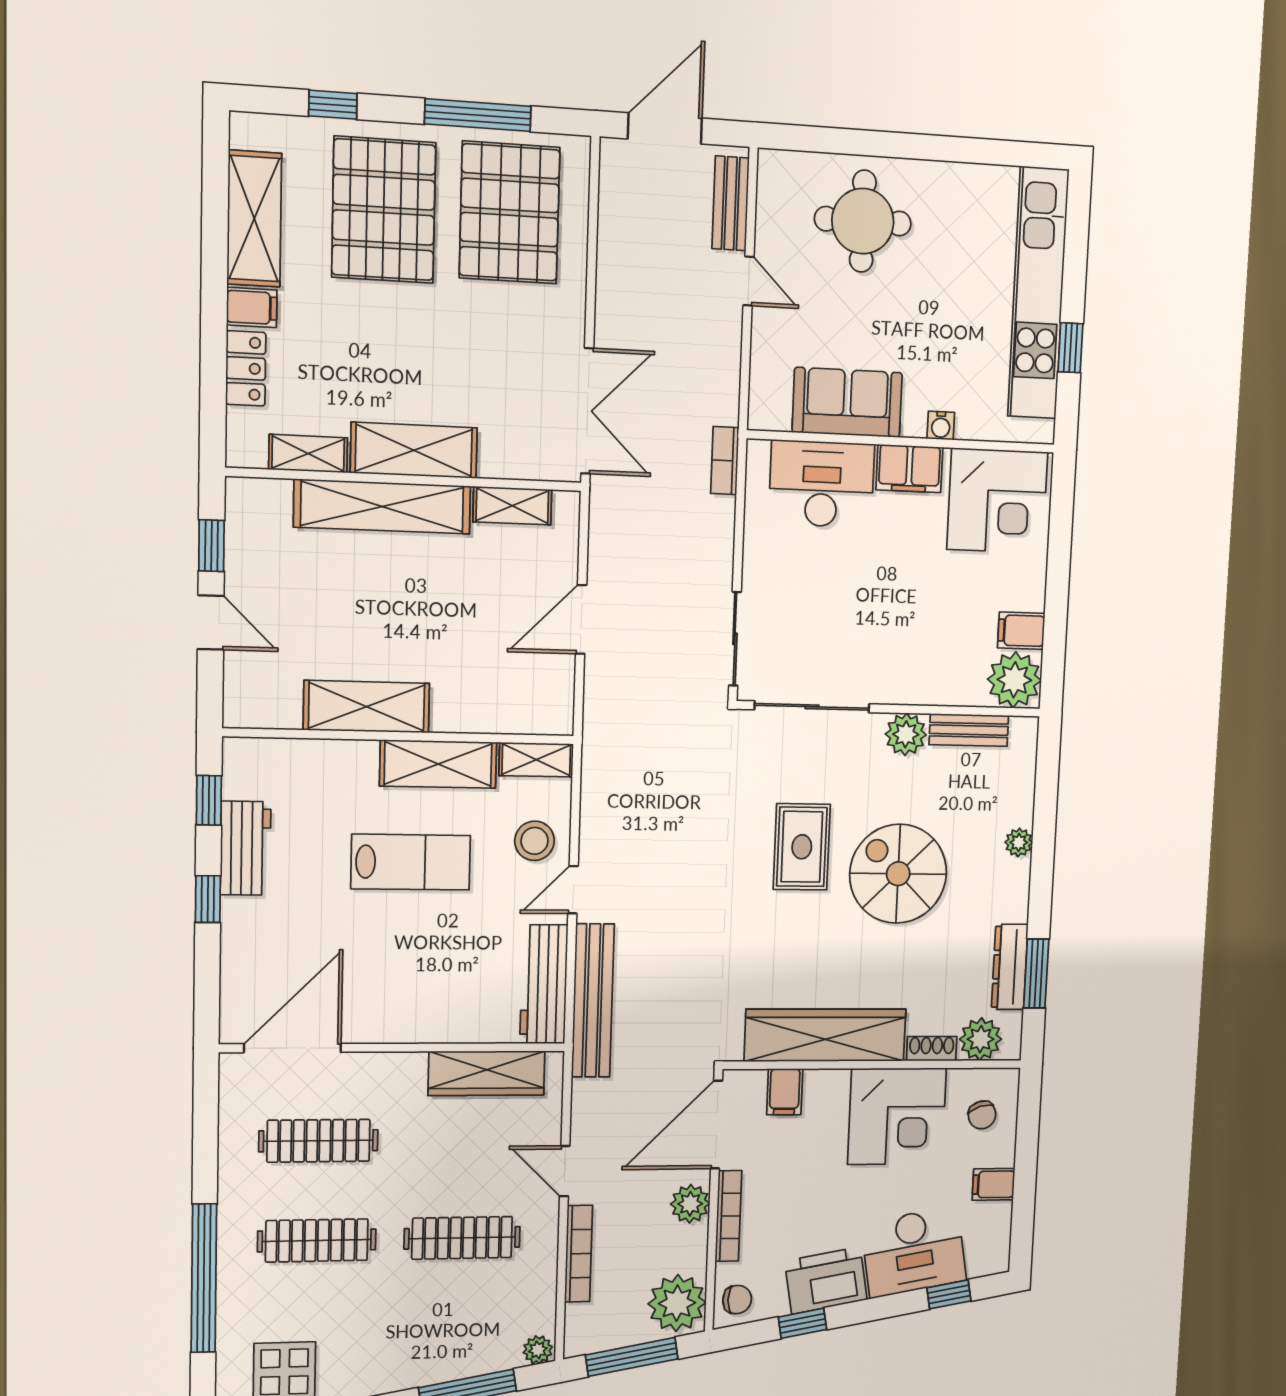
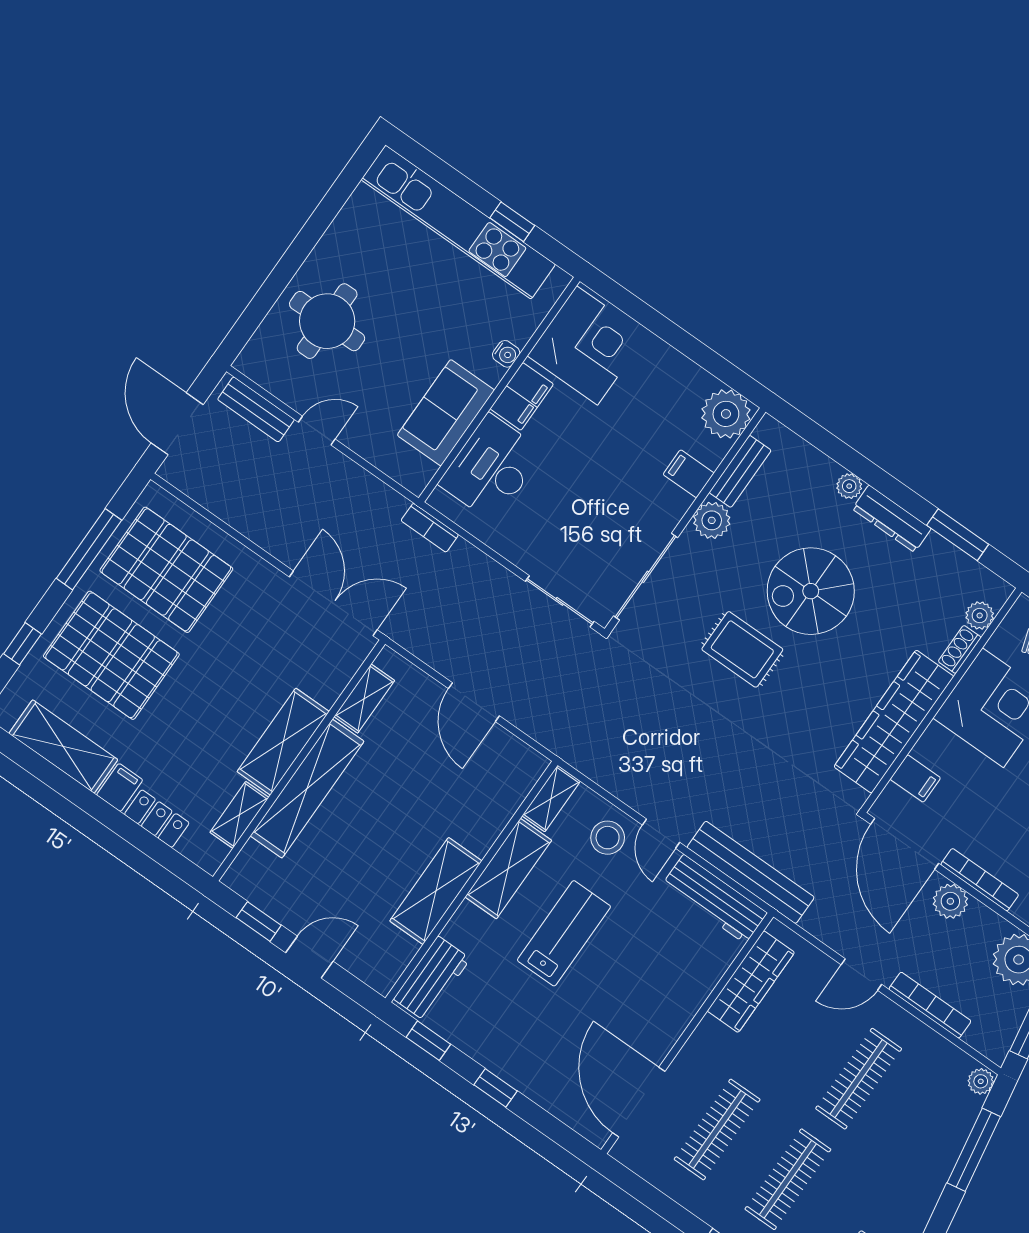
filing cabinet: (1021, 631) -> (689, 474), moved, turned 90
workbench: (245, 848) -> (432, 979), moved, turned 90
dresser: (1010, 967) -> (892, 519), moved
plant: (981, 1039) -> (980, 615), width x0.73, depth x0.73

